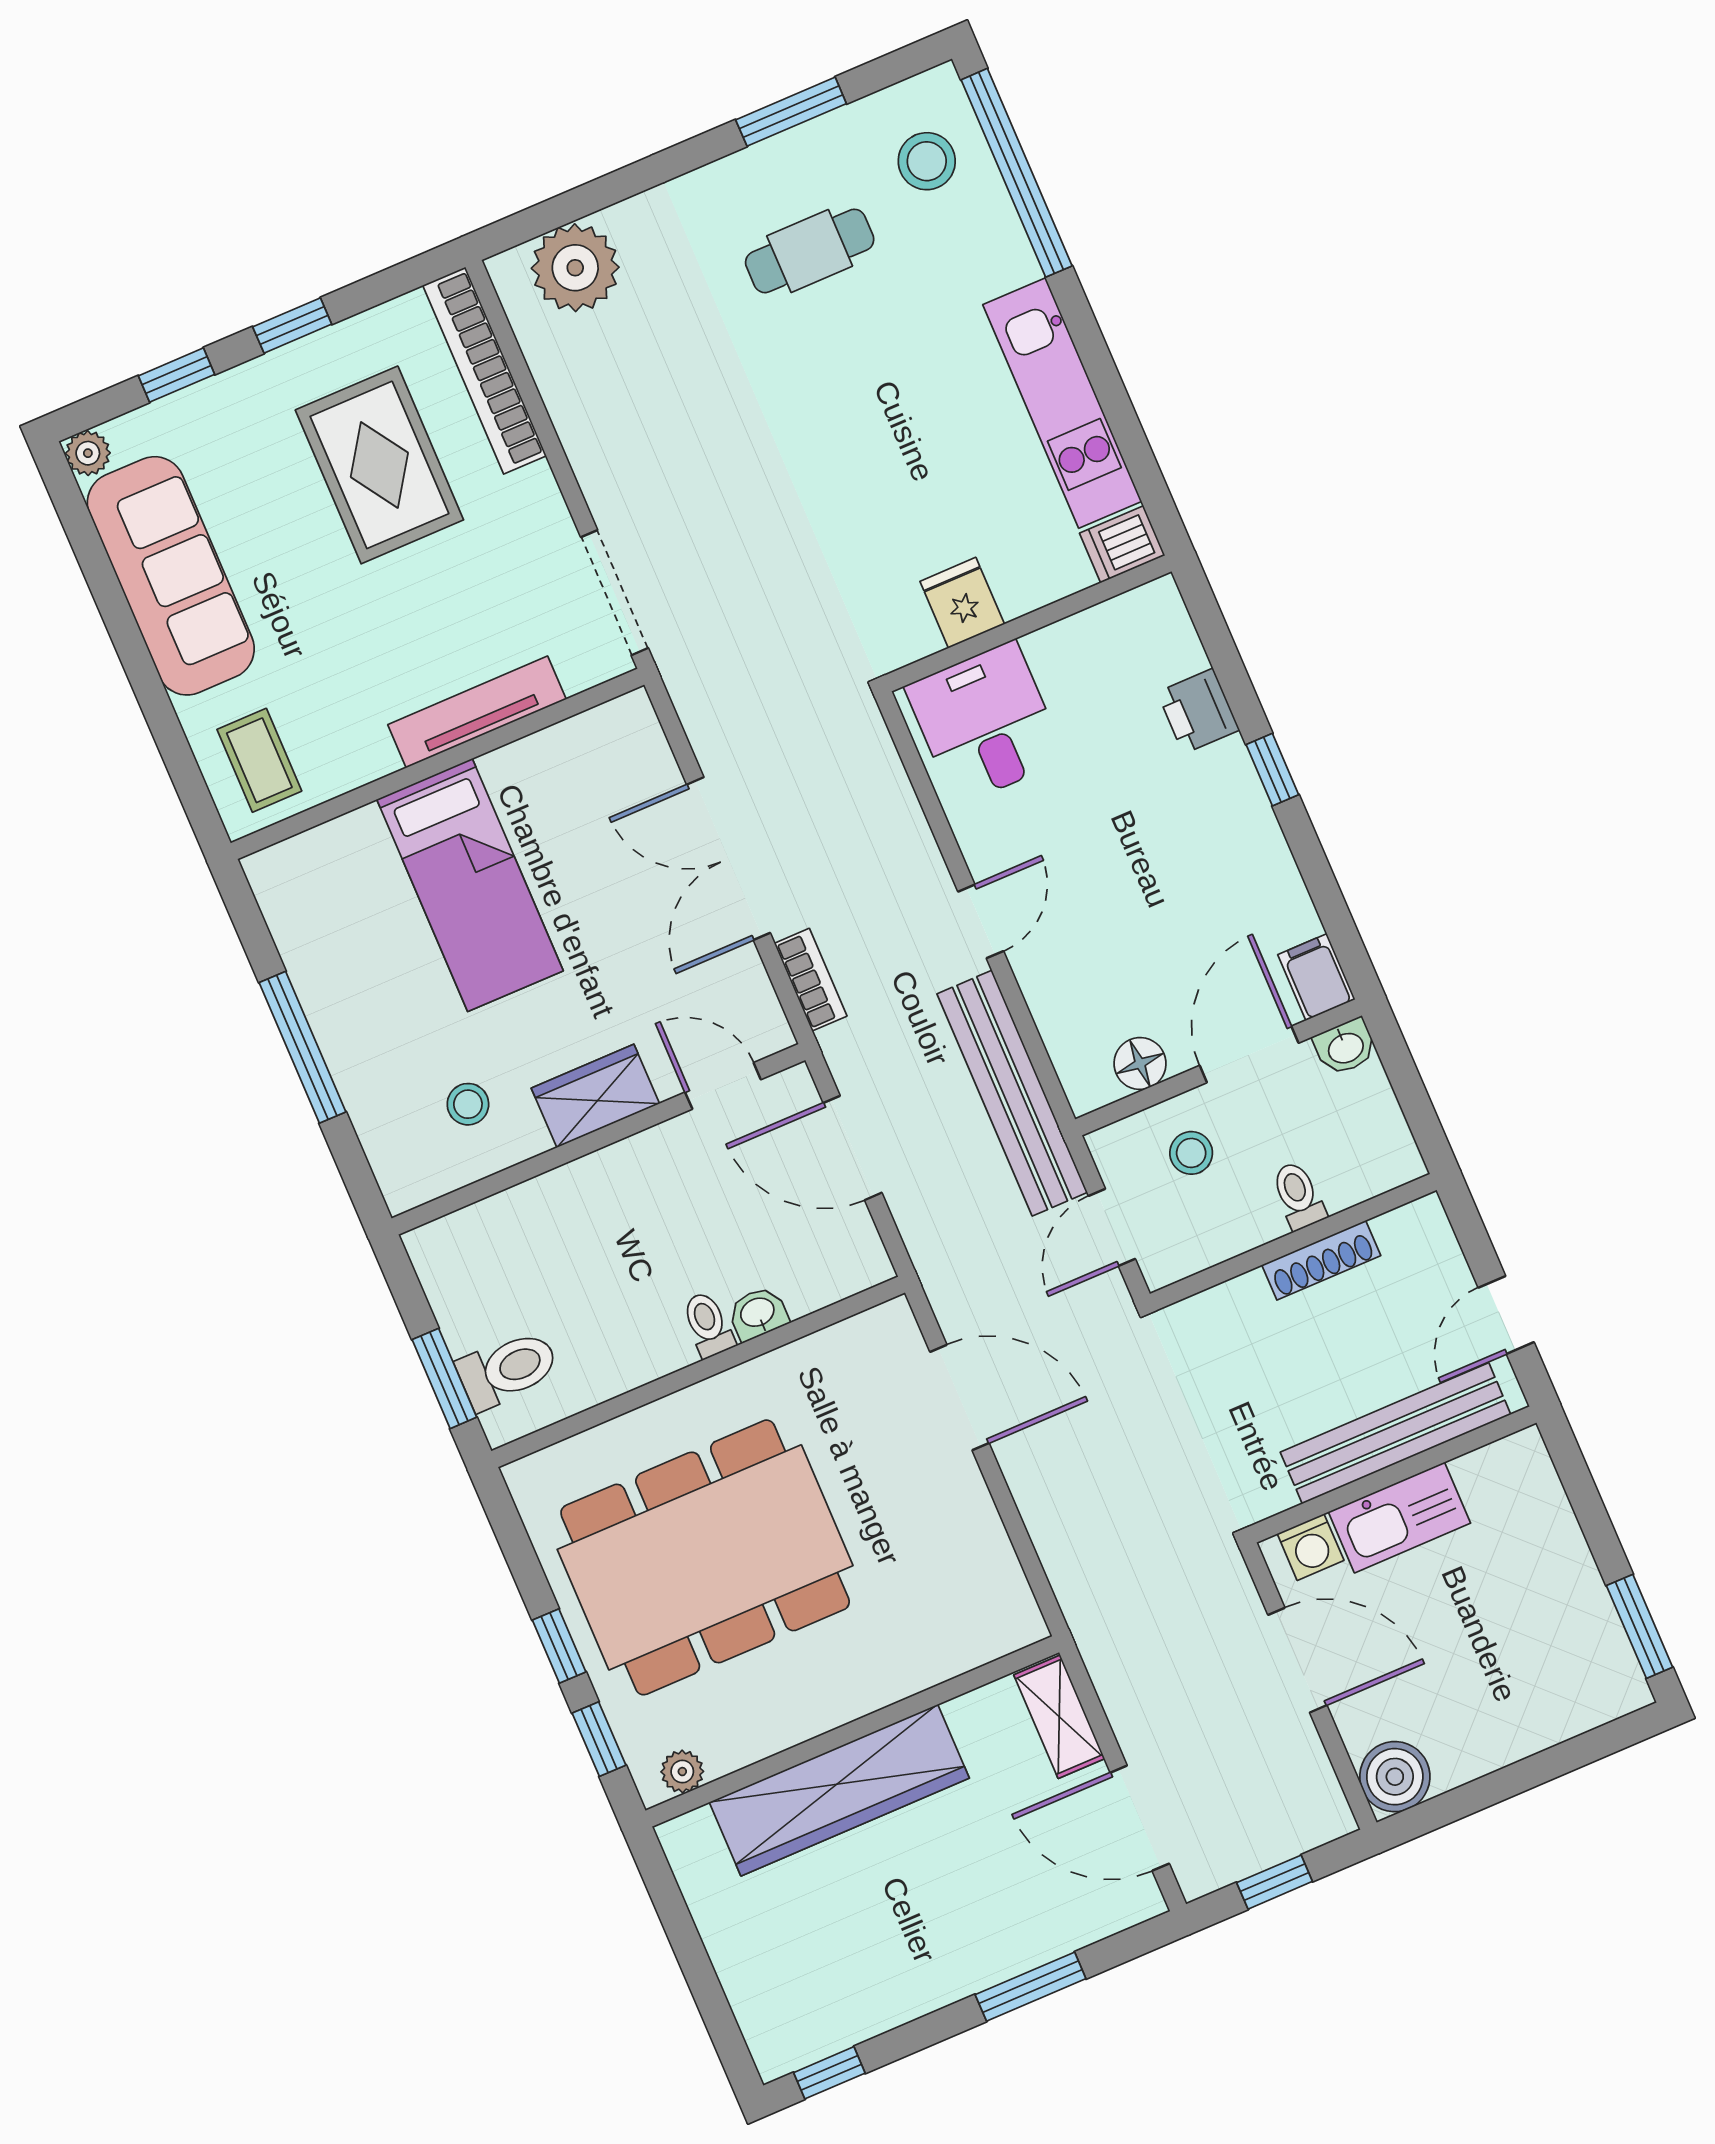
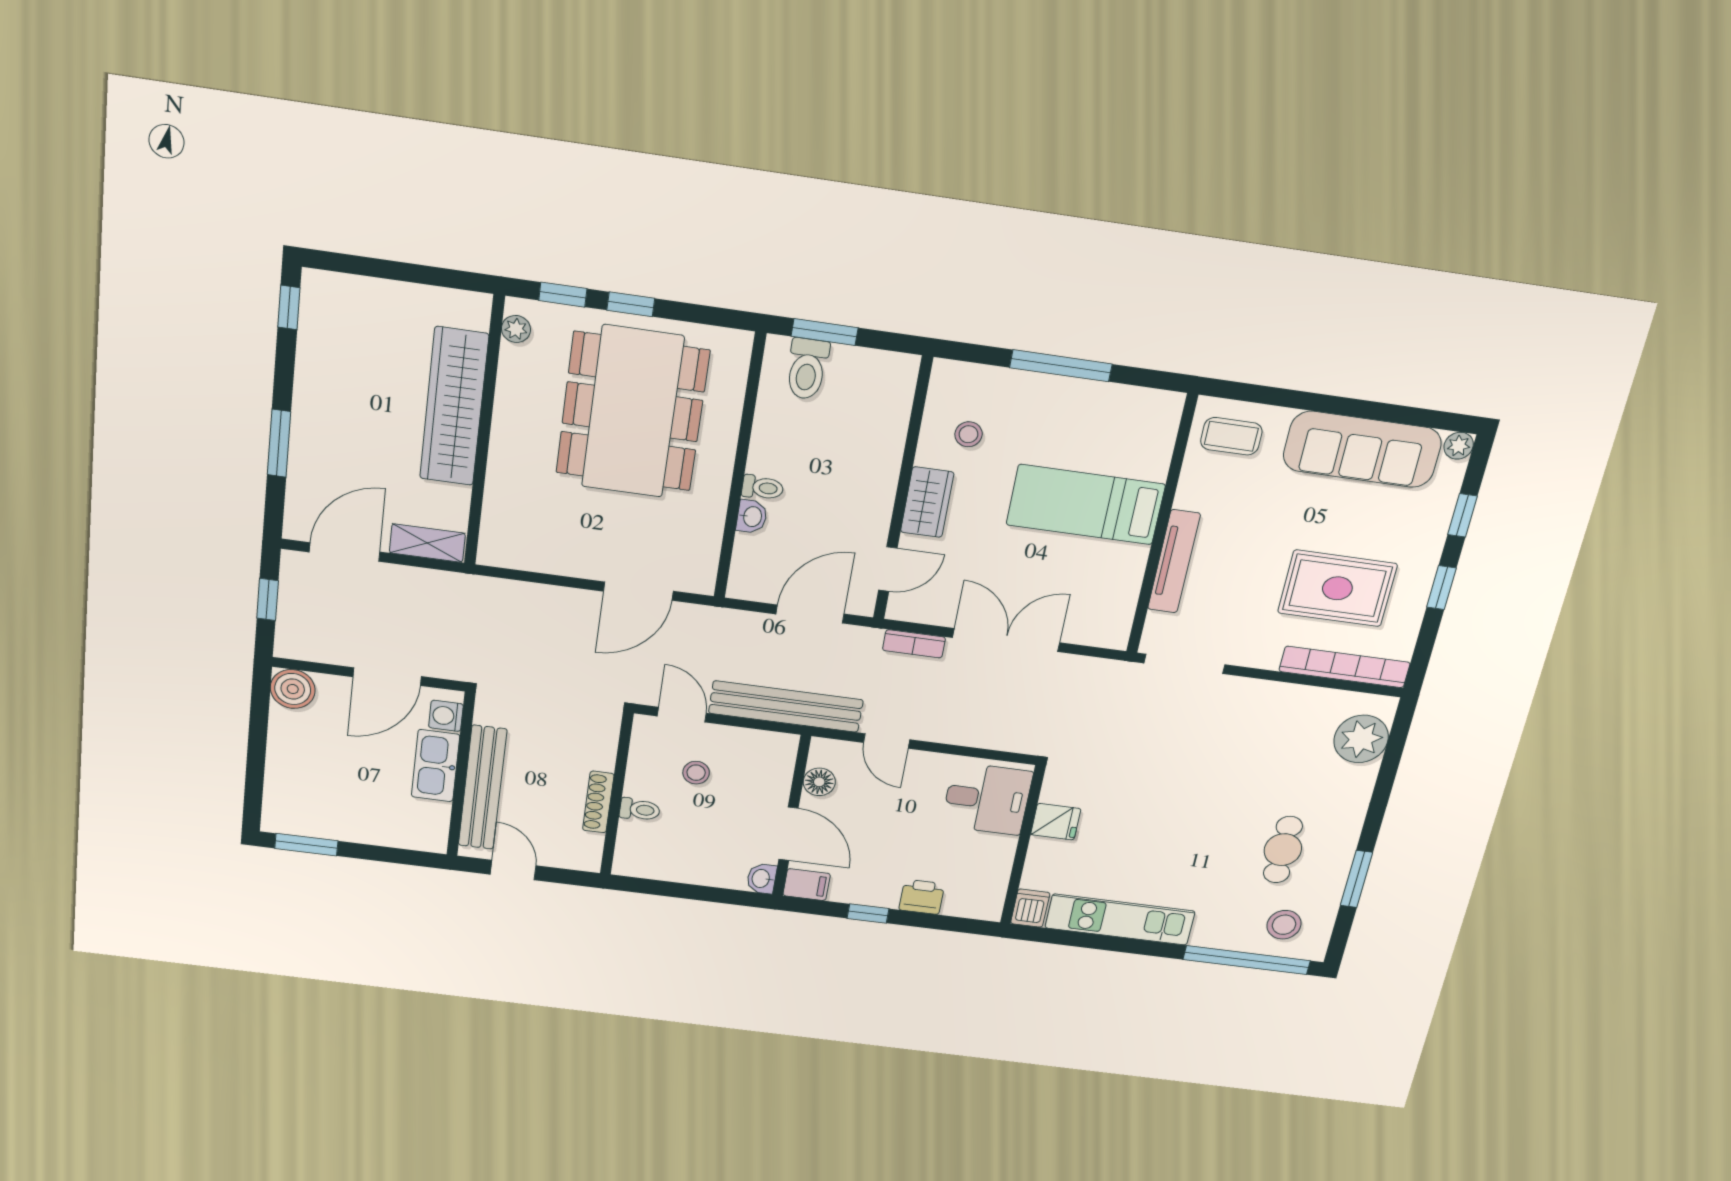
filing cabinet: (1316, 977) -> (807, 885), moved
washbasin: (1345, 1047) -> (762, 879), moved
door: (1249, 1054) -> (789, 834), moved
floor lamp: (1140, 1064) -> (819, 782), moved
wall: (1219, 1067) -> (792, 816), moved

